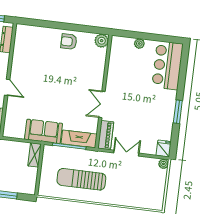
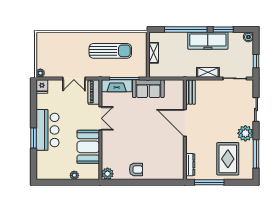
bar counter: (167, 65) -> (47, 130), moved
booth: (120, 74) -> (88, 147), added
door: (7, 87) -> (185, 123), width x1.88
window: (178, 112) -> (33, 138), moved
shelving: (35, 155) -> (154, 53), moved

